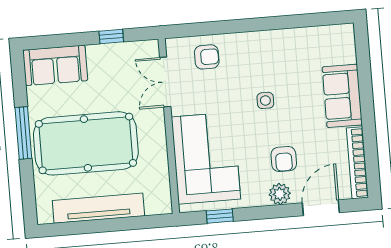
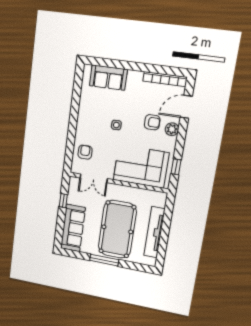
sofa: (55, 65) -> (73, 228), width x1.36
sofa: (342, 96) -> (108, 78), moved
door: (321, 208) -> (186, 107), hinge flipped

